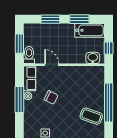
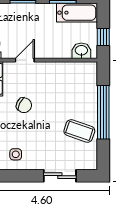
door: (52, 65) -> (25, 60), hinge flipped

